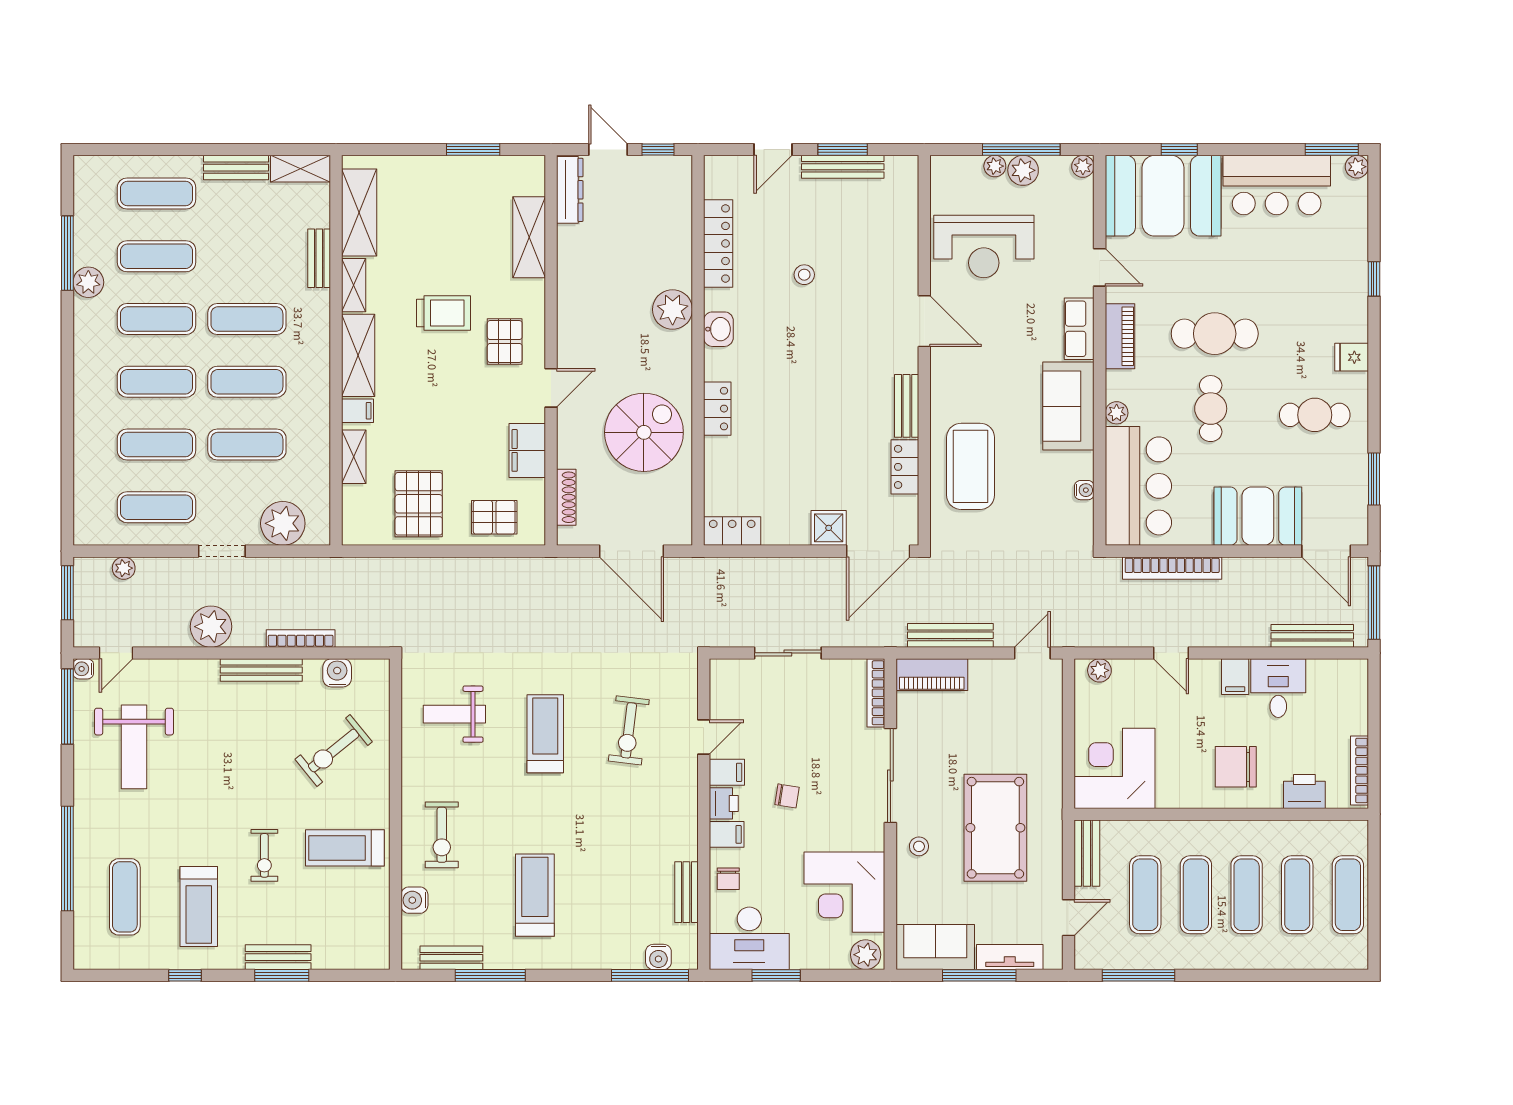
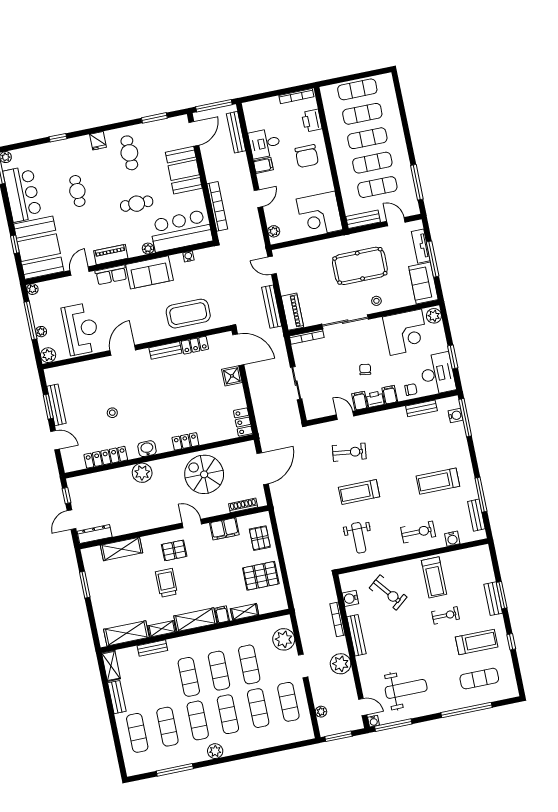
plant: (1023, 170) -> (48, 355), moved
plant: (88, 282) -> (215, 751), moved
cafe table: (1215, 334) -> (77, 191), moved, width x0.73, depth x0.74

